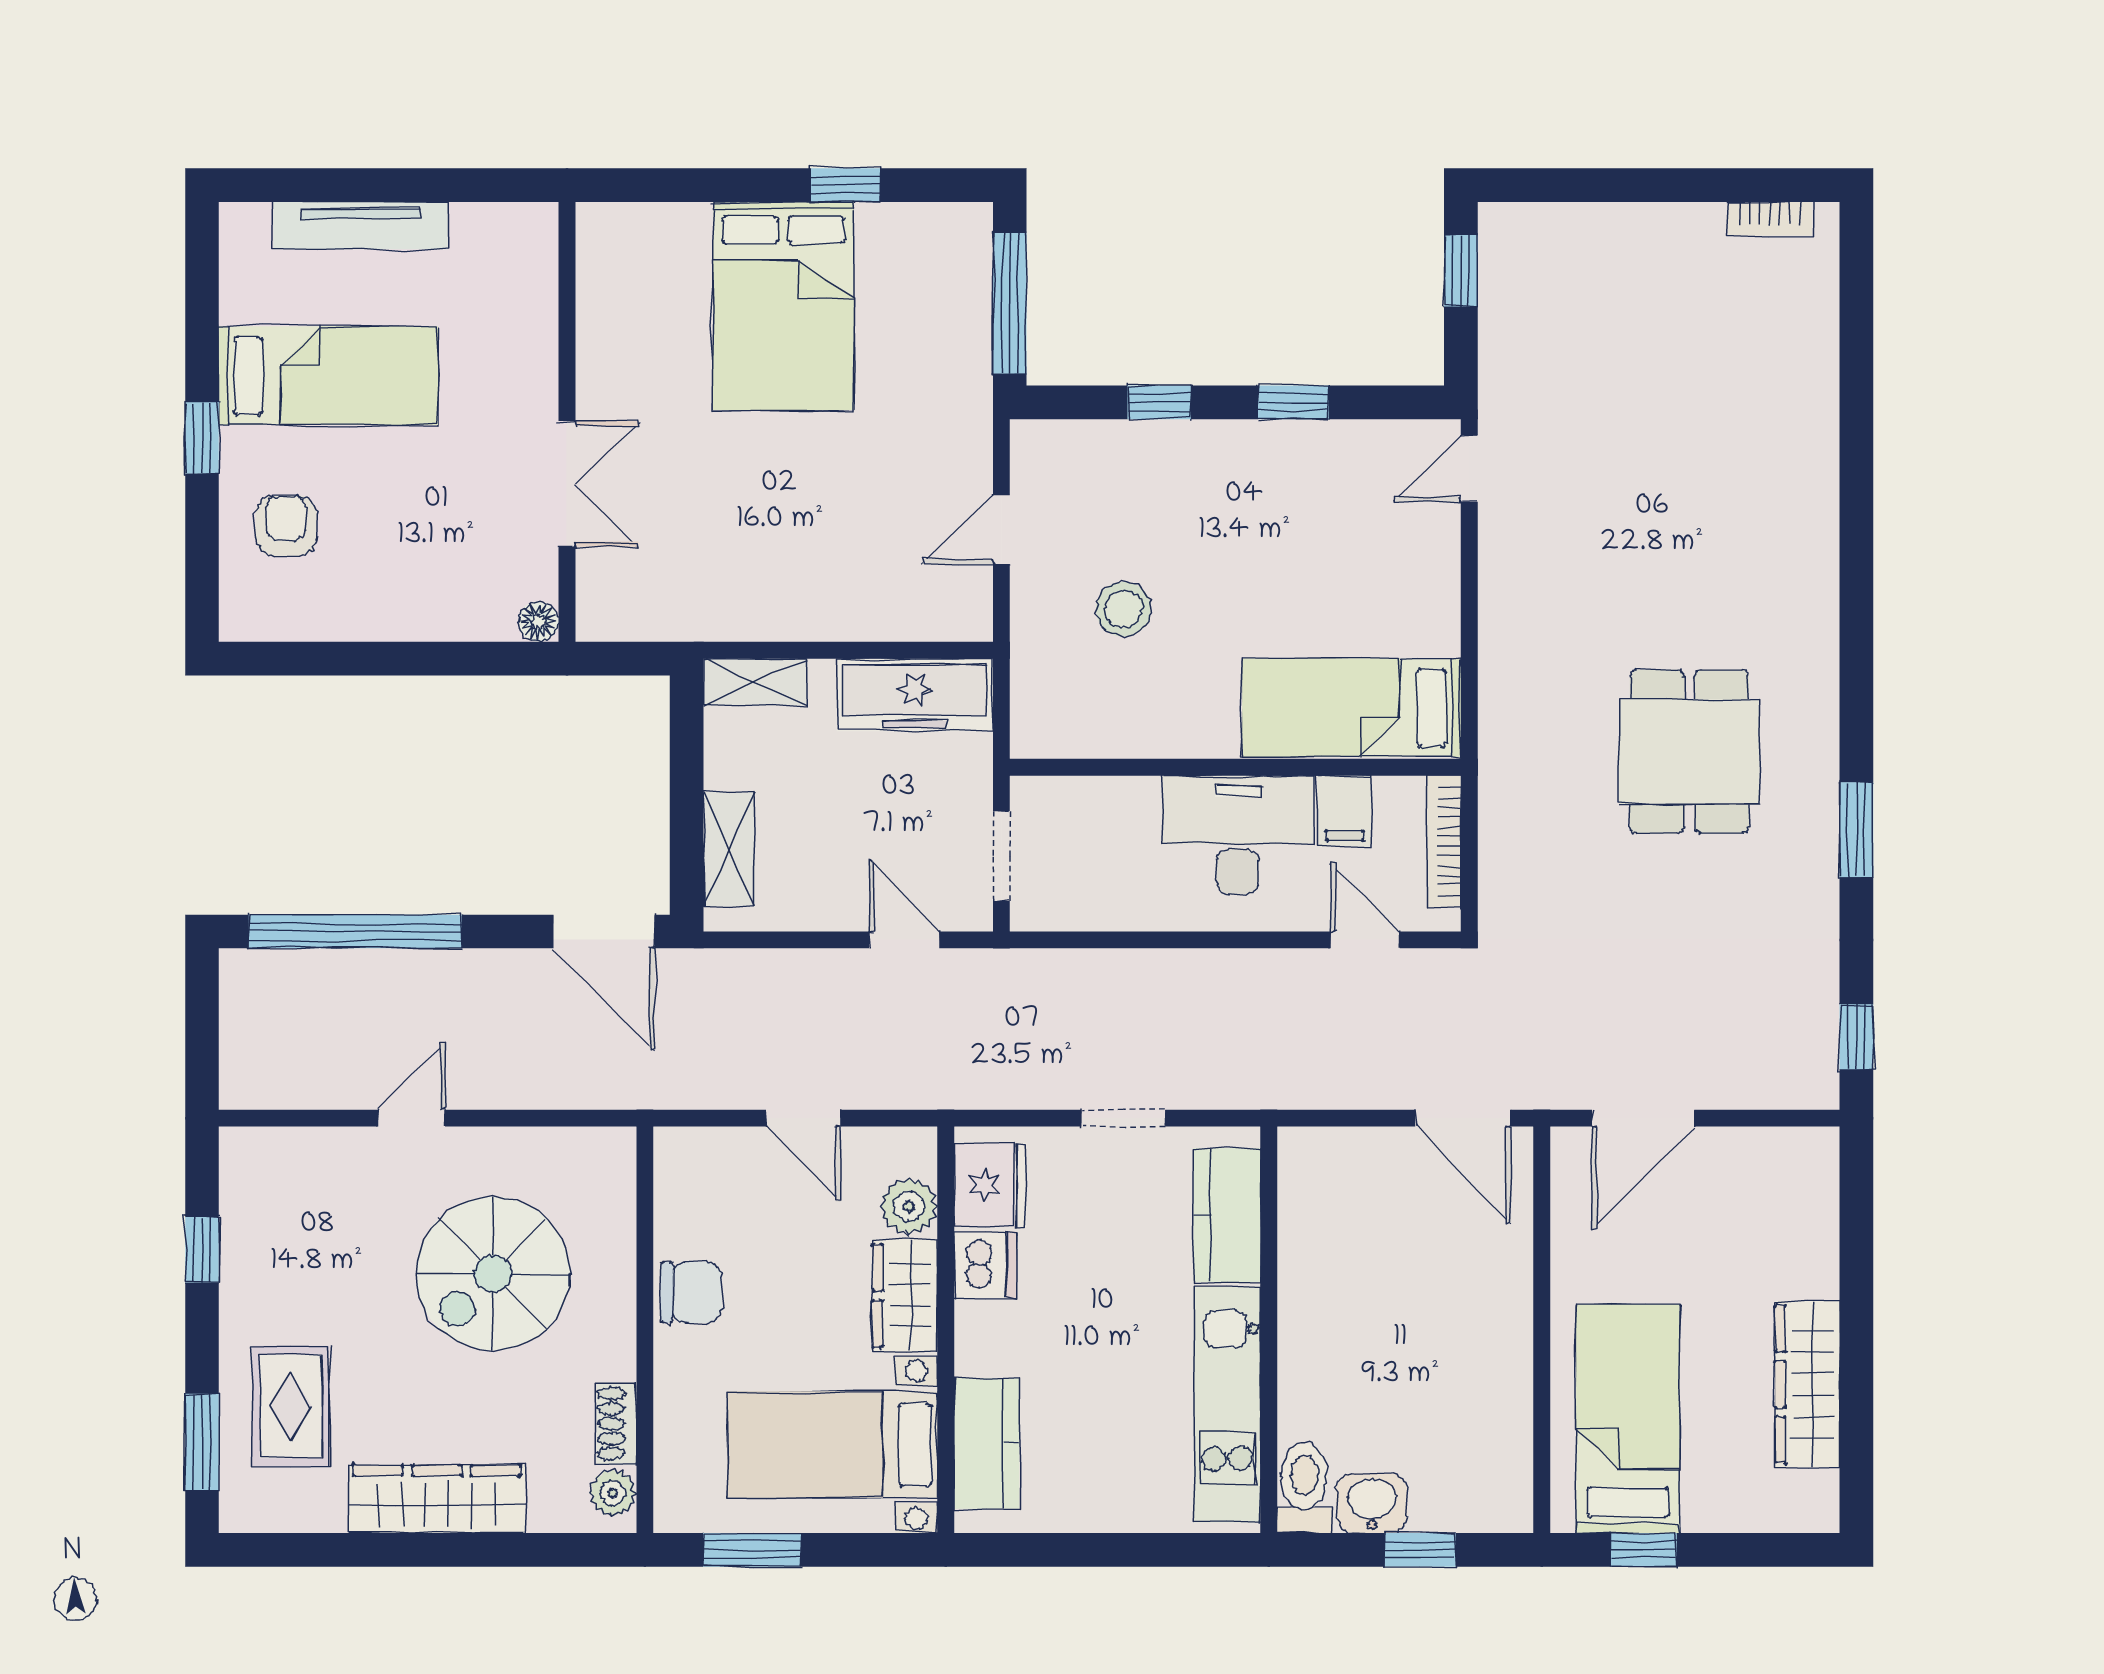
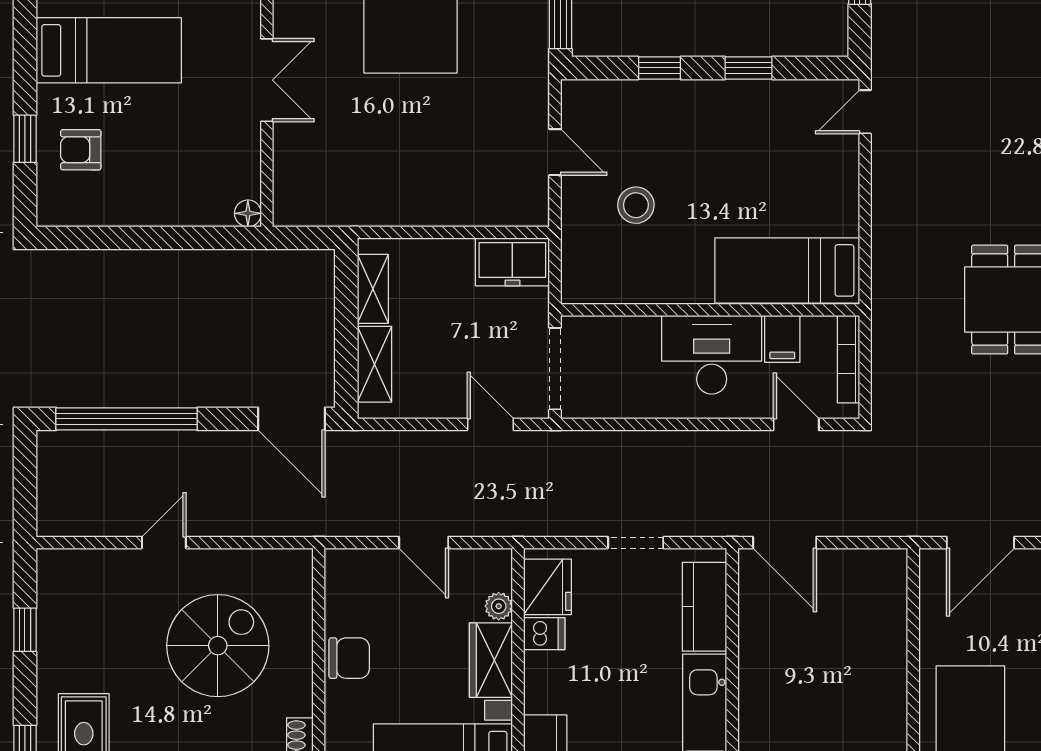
window: (202, 438) -> (25, 139), moved
double door: (567, 484) -> (267, 80), moved
armchair: (286, 526) -> (81, 150), turned -90
door: (1001, 529) -> (555, 152), swing flipped
shelving: (755, 682) -> (373, 289), moved, turned 90
freezer: (915, 695) -> (512, 262), width x0.71
doorway: (1001, 856) -> (555, 369), width x1.38
door: (1463, 1118) -> (785, 543), moved
plant: (909, 1206) -> (499, 606), width x0.73, depth x0.73
dishwasher: (985, 1265) -> (544, 634), width x0.73
spiral stairs: (493, 1274) -> (218, 646), turned 180

